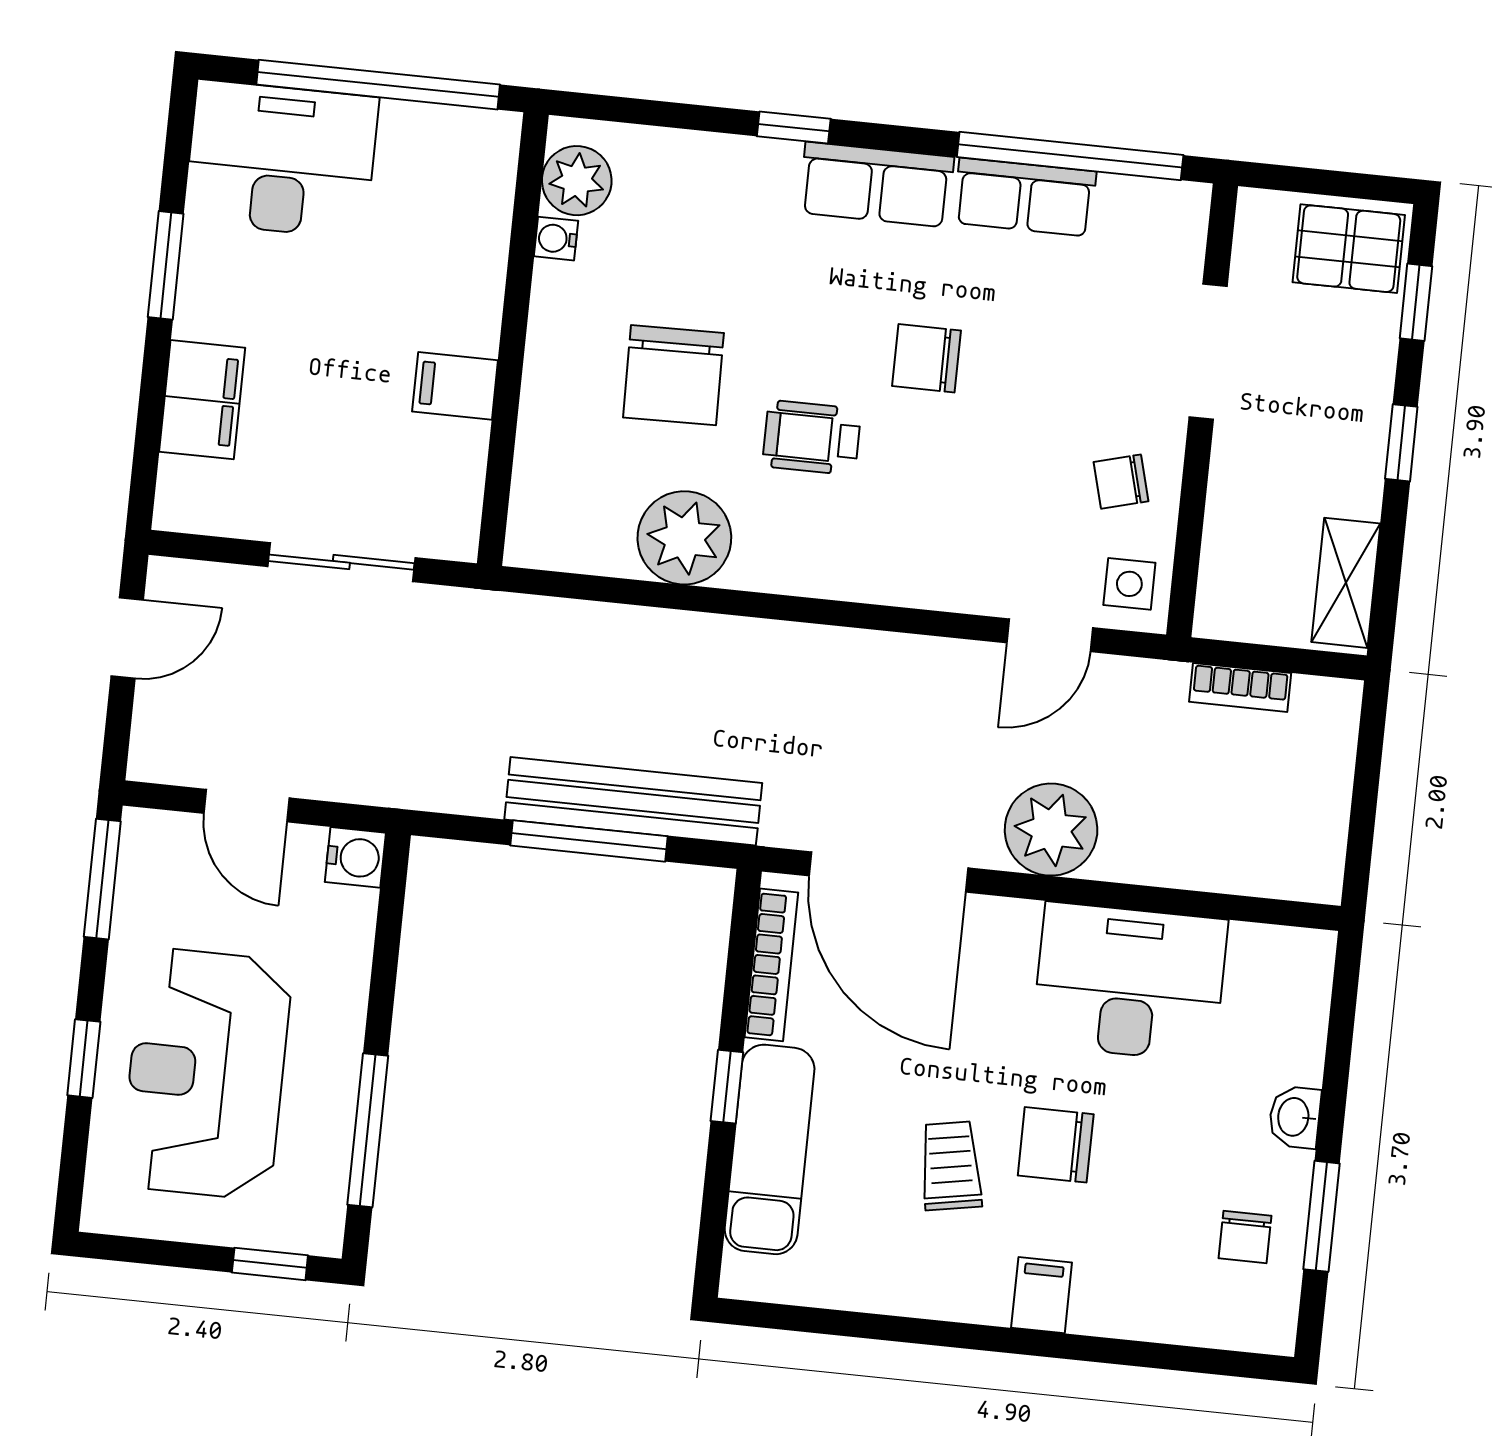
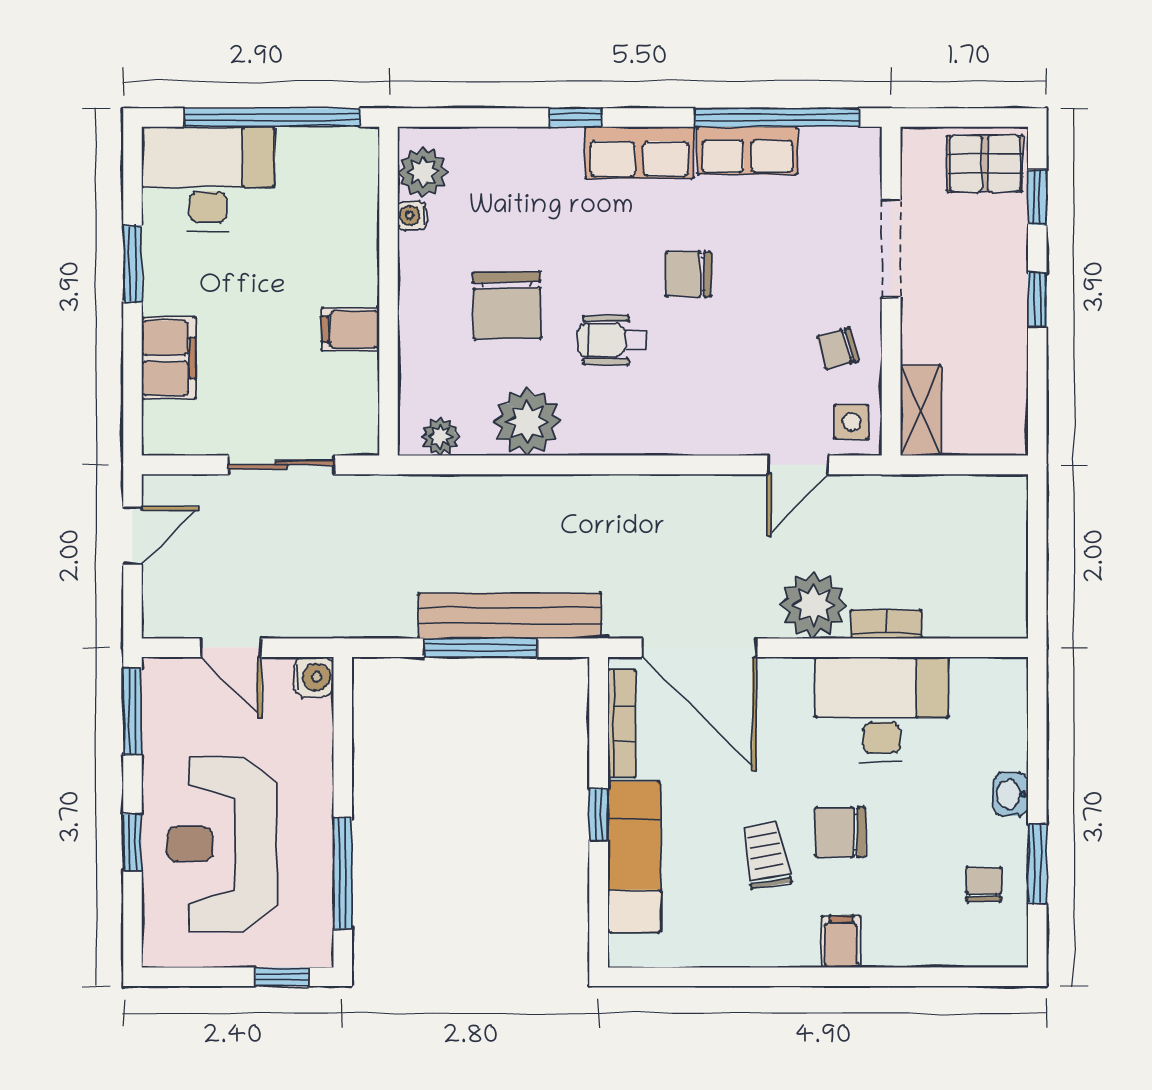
plant: (563, 546) -> (440, 437), added
shelving: (1346, 583) -> (921, 410), moved
bookcase: (1240, 687) -> (886, 624), moved, turned 180
chair: (1245, 1237) -> (984, 885), turned 180

